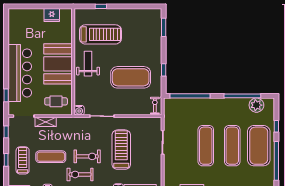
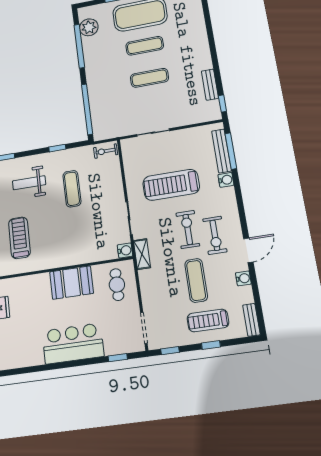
treadmill: (100, 34) -> (19, 238), width x0.73, depth x0.73
booth: (58, 64) -> (71, 283), width x0.73, depth x0.70
weight bench: (88, 64) -> (29, 183), moved
bar counter: (20, 73) -> (73, 344), width x0.73
exercise mat: (131, 77) -> (72, 189), width x0.50, depth x0.69
shelving: (46, 122) -> (142, 254), moved
exercise mat: (206, 146) -> (149, 78), width x0.73, depth x0.69
exercise mat: (232, 146) -> (145, 46), width x0.73, depth x0.69

